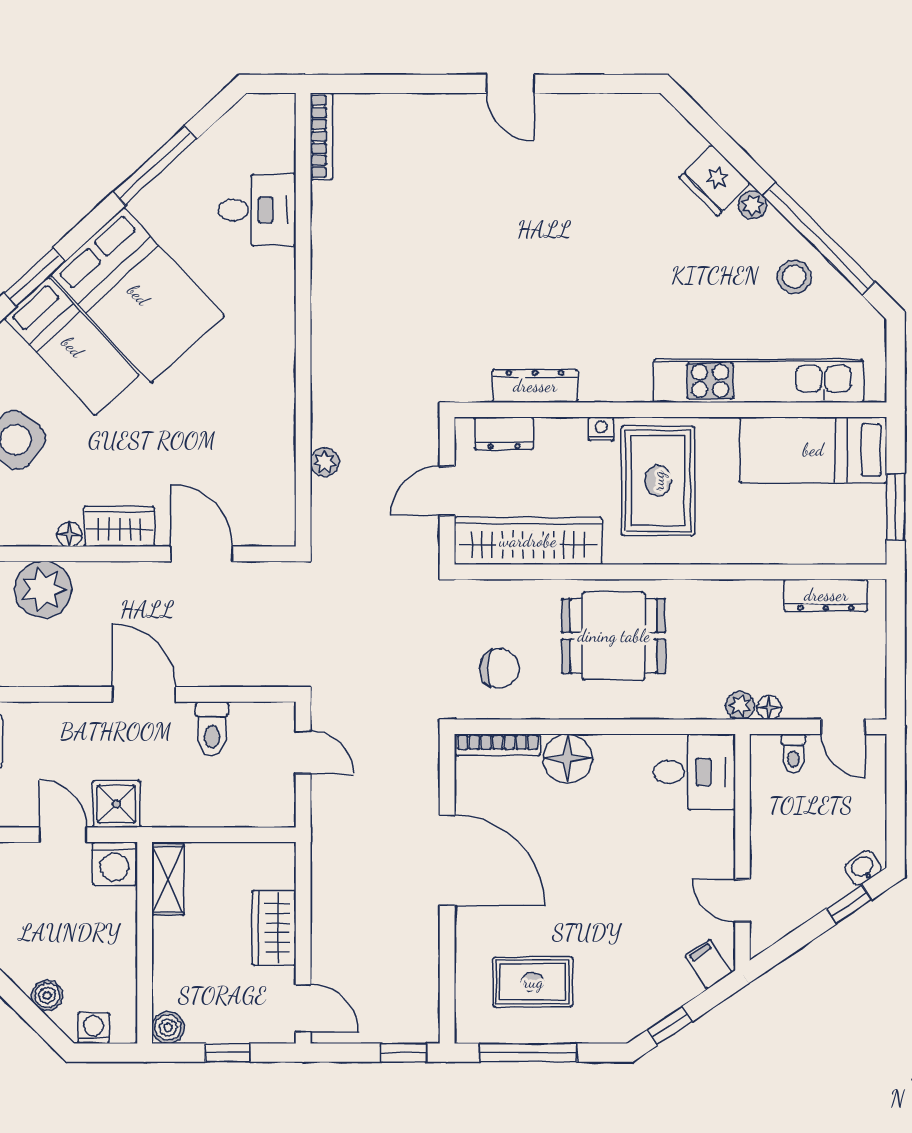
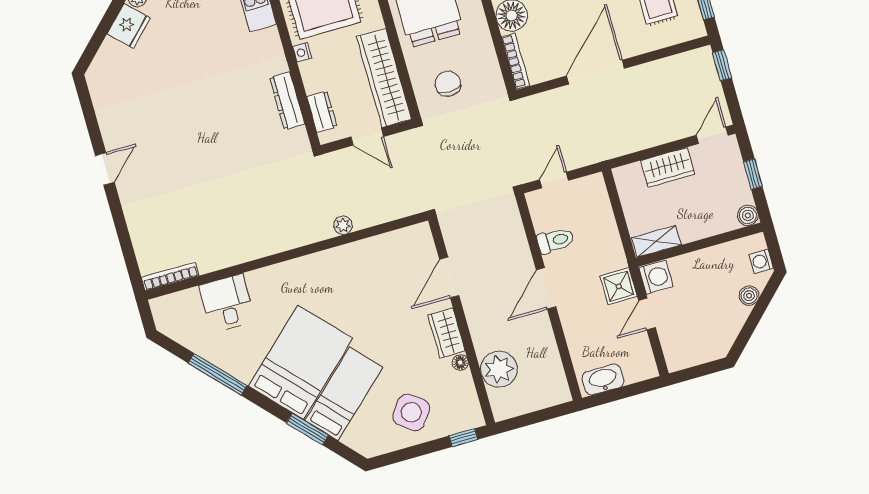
plant: (325, 462) -> (343, 225), moved
chair: (499, 668) -> (448, 84), moved

